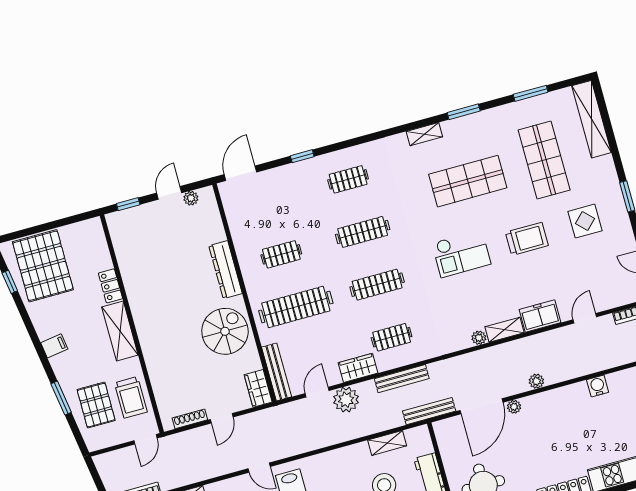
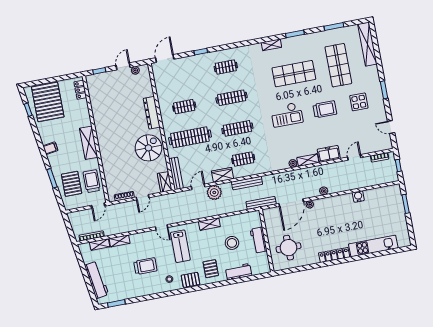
locker: (110, 286) -> (80, 90), moved
trolley: (131, 397) -> (92, 181), turned 180
shelving: (387, 443) -> (209, 224), moved

